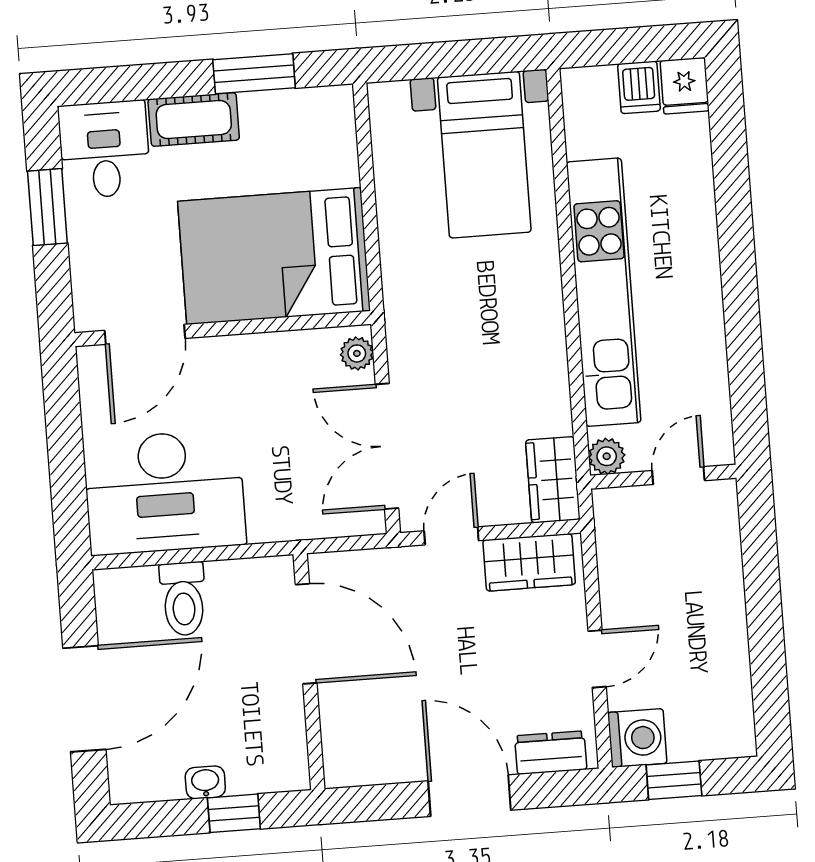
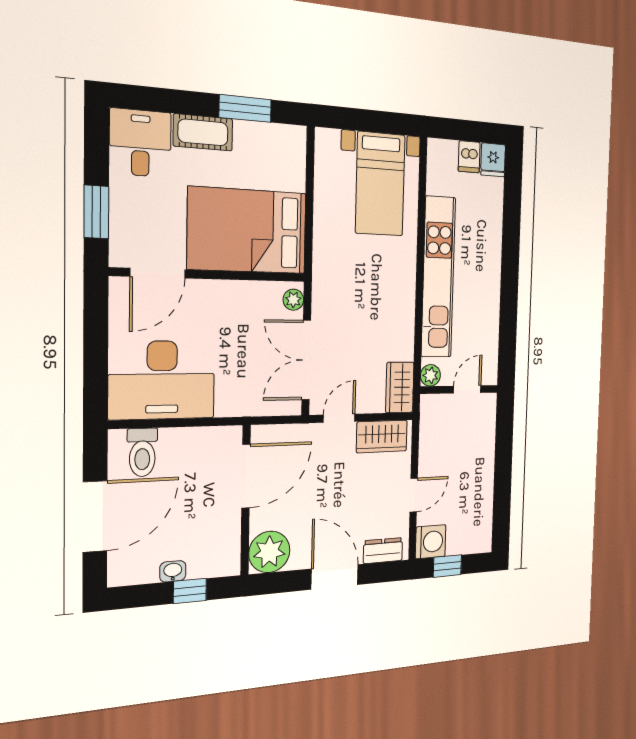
window: (47, 207) -> (96, 212), moved
toilet: (183, 599) -> (142, 452), moved
door: (306, 634) -> (246, 476), hinge flipped
plant: (355, 753) -> (269, 552), added

